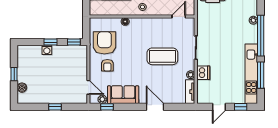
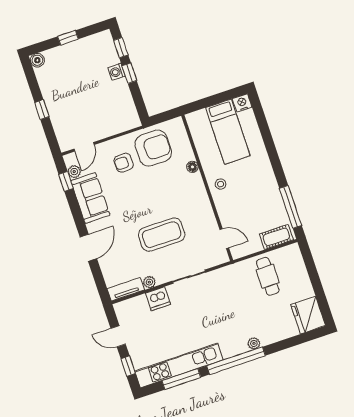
window: (74, 42) -> (121, 48), moved
coffee table: (162, 56) -> (162, 235), turned 90
boiler: (22, 88) -> (37, 60), moved

